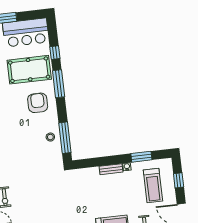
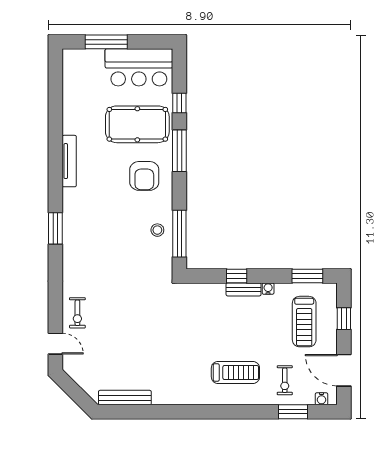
armchair: (38, 103) -> (144, 176), turned 180
window: (141, 157) -> (307, 276), moved
window: (105, 161) -> (237, 276), added

